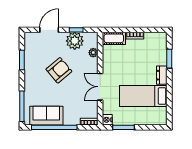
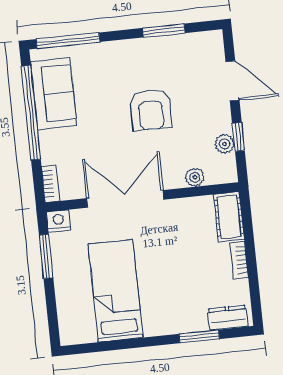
plant: (75, 41) -> (225, 144), width x0.53, depth x0.53
armchair: (59, 70) -> (151, 110), turned 40
dresser: (162, 75) -> (228, 318), moved
double door: (100, 87) -> (125, 199), width x1.37

